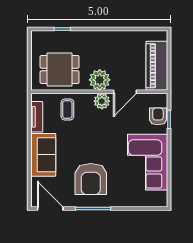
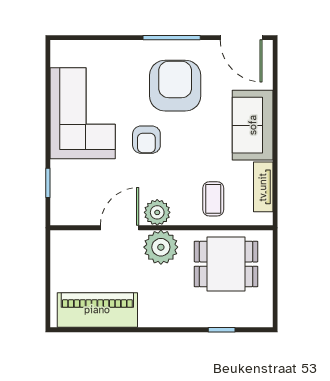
piano: (157, 66) -> (97, 310), moved, turned -90
armchair: (158, 116) -> (146, 140), moved

